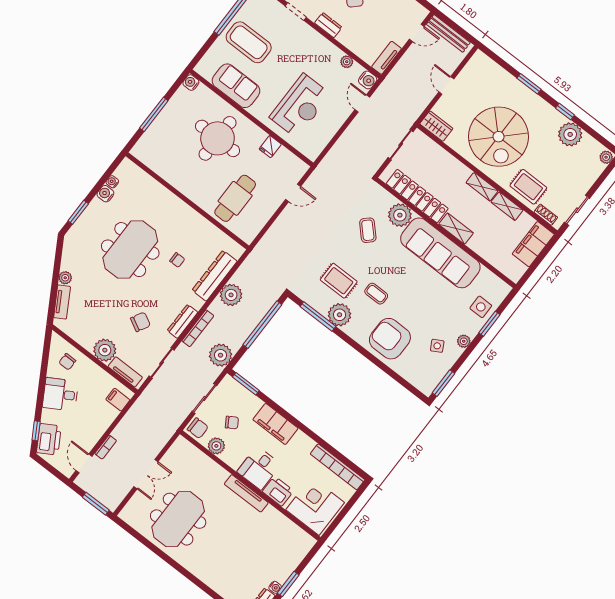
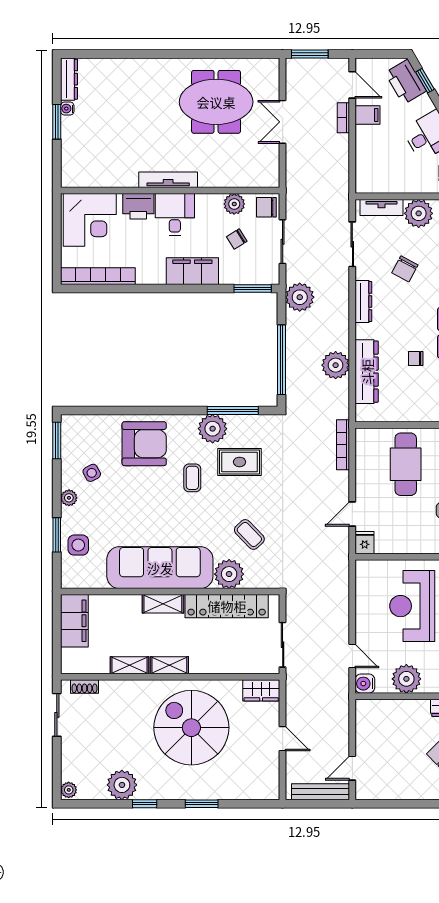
tv unit: (386, 58) -> (363, 720), removed
plant: (347, 62) -> (406, 679), width x1.88, depth x1.88
fridge: (270, 147) -> (365, 543), moved
rug: (528, 187) -> (123, 701), removed
filing cabinet: (533, 244) -> (74, 621), moved
coffee table: (376, 294) -> (192, 478), turned 90
bookcase: (198, 328) -> (343, 445), moved
filing cabinet: (118, 400) -> (368, 115), moved
meeting table: (178, 519) -> (216, 102), turned 90

